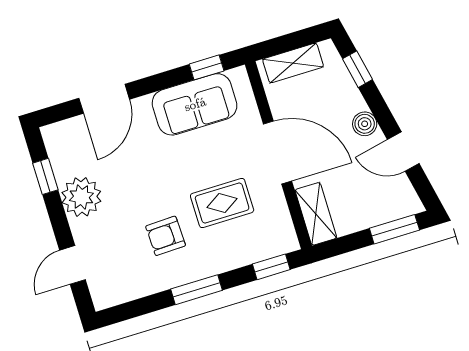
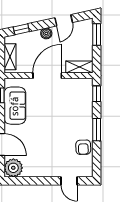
window: (45, 176) -> (26, 181), removed
plant: (81, 197) -> (13, 168), moved
rug: (222, 203) -> (62, 107), removed
armchair: (166, 236) -> (83, 147), moved

